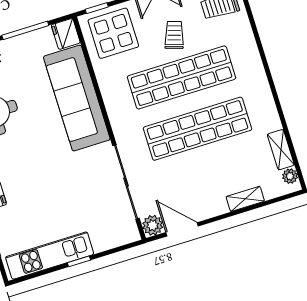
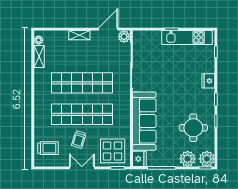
shelving: (245, 199) -> (79, 35), moved
door: (182, 229) -> (108, 29), swing flipped

